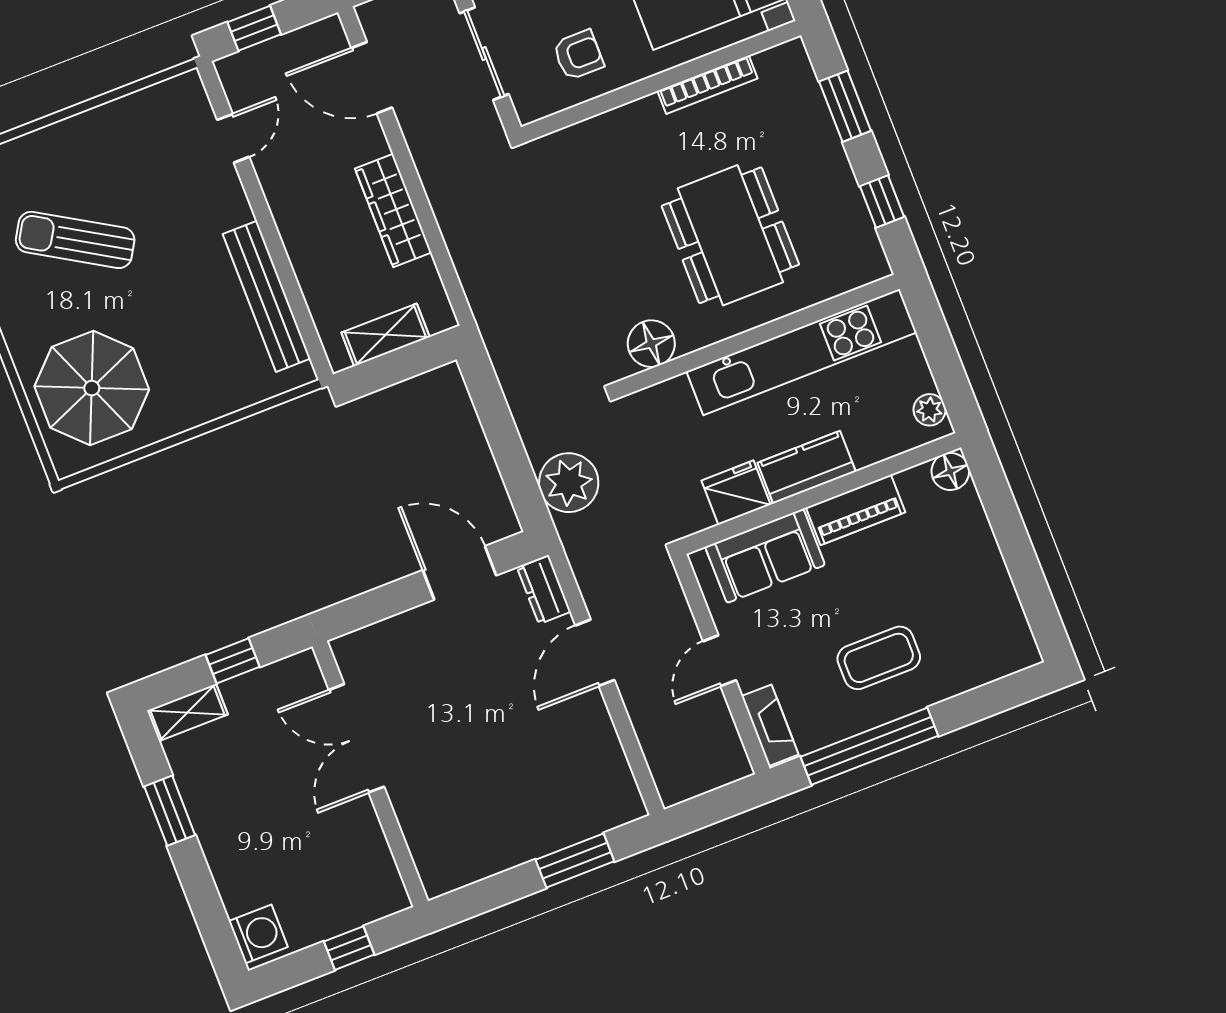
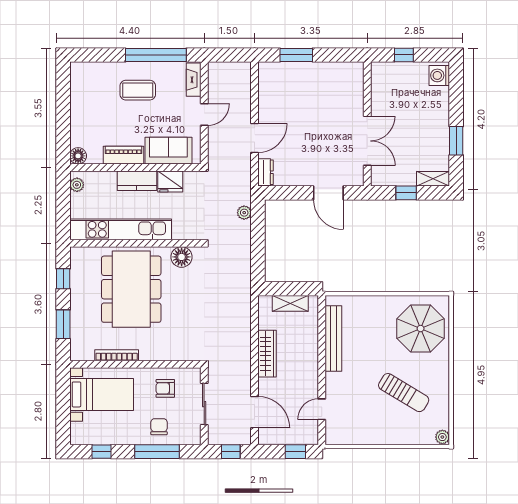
dining table: (730, 235) -> (131, 289), width x1.36, depth x1.24
plant: (569, 483) -> (244, 213), width x0.53, depth x0.53
door: (460, 573) -> (328, 193), moved

